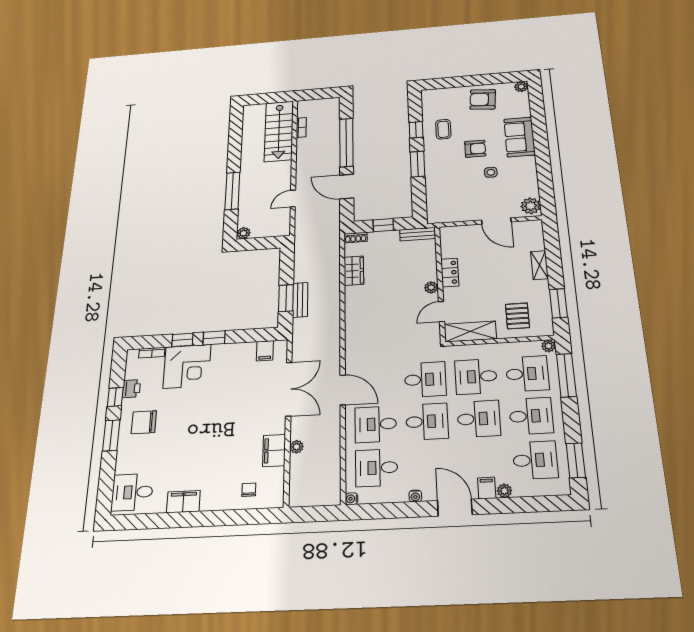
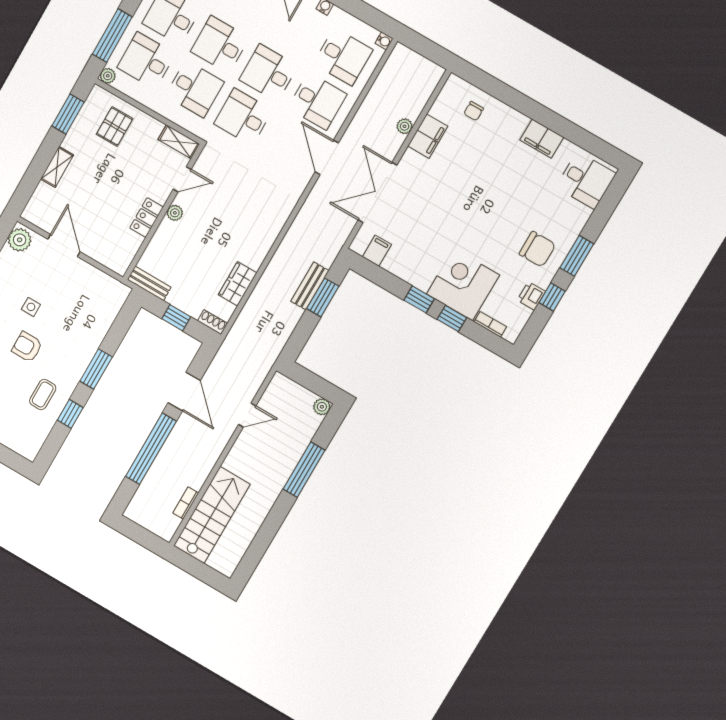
shelving: (470, 331) -> (179, 142), width x0.67, depth x0.75

